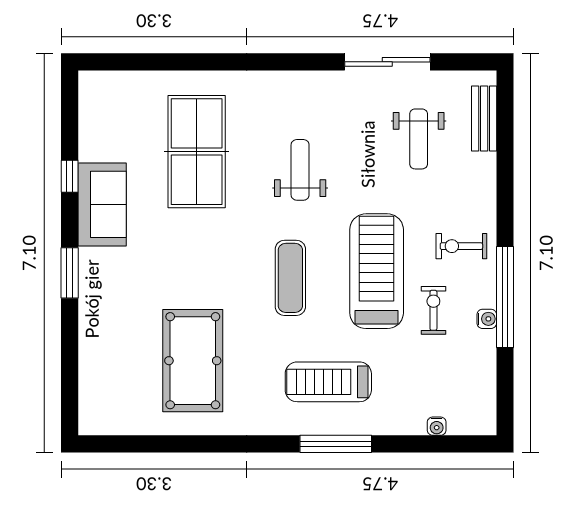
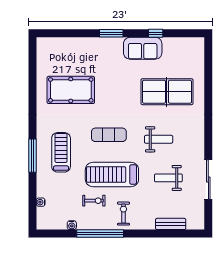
bench: (484, 119) -> (171, 224), moved
weight bench: (419, 139) -> (168, 178), moved
treadmill: (377, 271) -> (112, 174), turned 180
water cooler: (487, 319) -> (72, 225), moved

